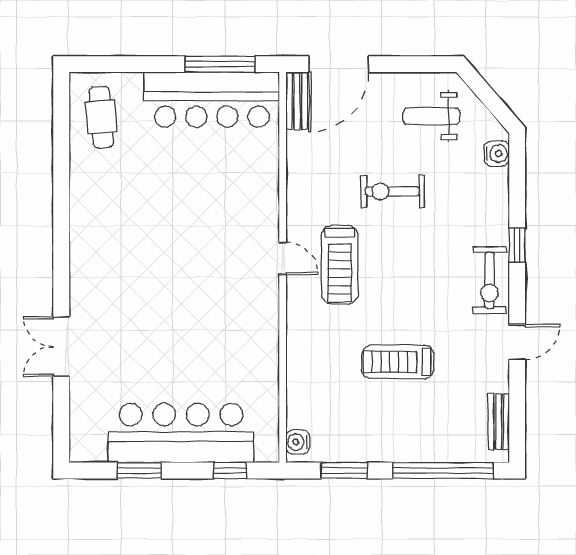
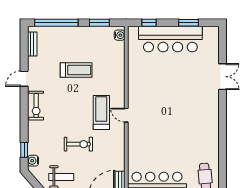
window: (517, 245) -> (24, 150), moved
exercise bike: (489, 280) -> (36, 106), turned 180

